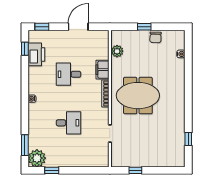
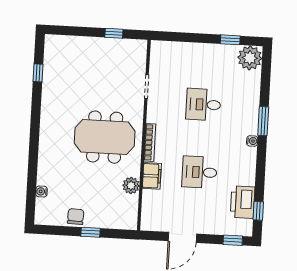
plant: (117, 51) -> (131, 186), moved
desk: (68, 74) -> (199, 172), turned 180
window: (25, 145) -> (263, 121), moved

